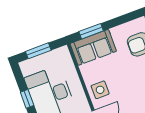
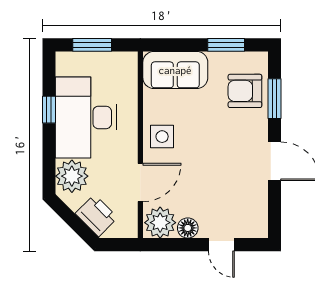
window: (91, 31) -> (226, 45), moved

